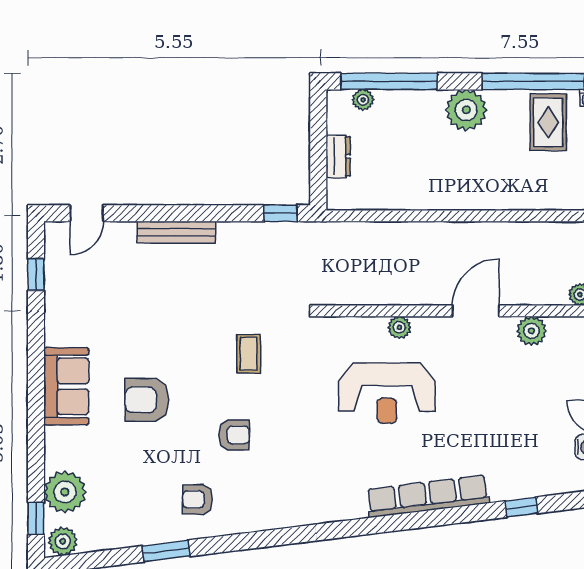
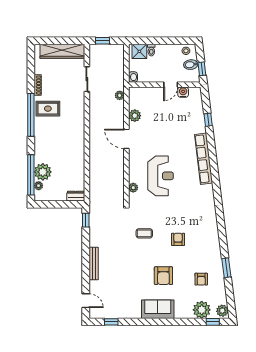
plant: (466, 110) -> (43, 172), moved
dresser: (338, 156) -> (76, 196), moved
plant: (399, 327) -> (133, 188), moved
armchair: (198, 499) -> (201, 279), moved

